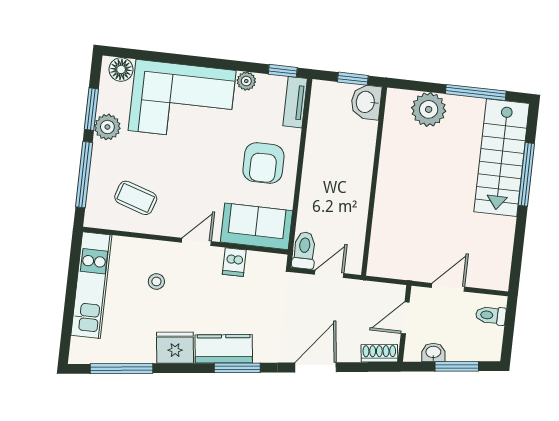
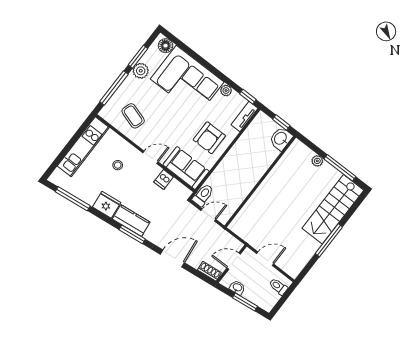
plant: (429, 109) -> (317, 161), width x0.53, depth x0.53
window: (526, 174) -> (329, 240), moved

